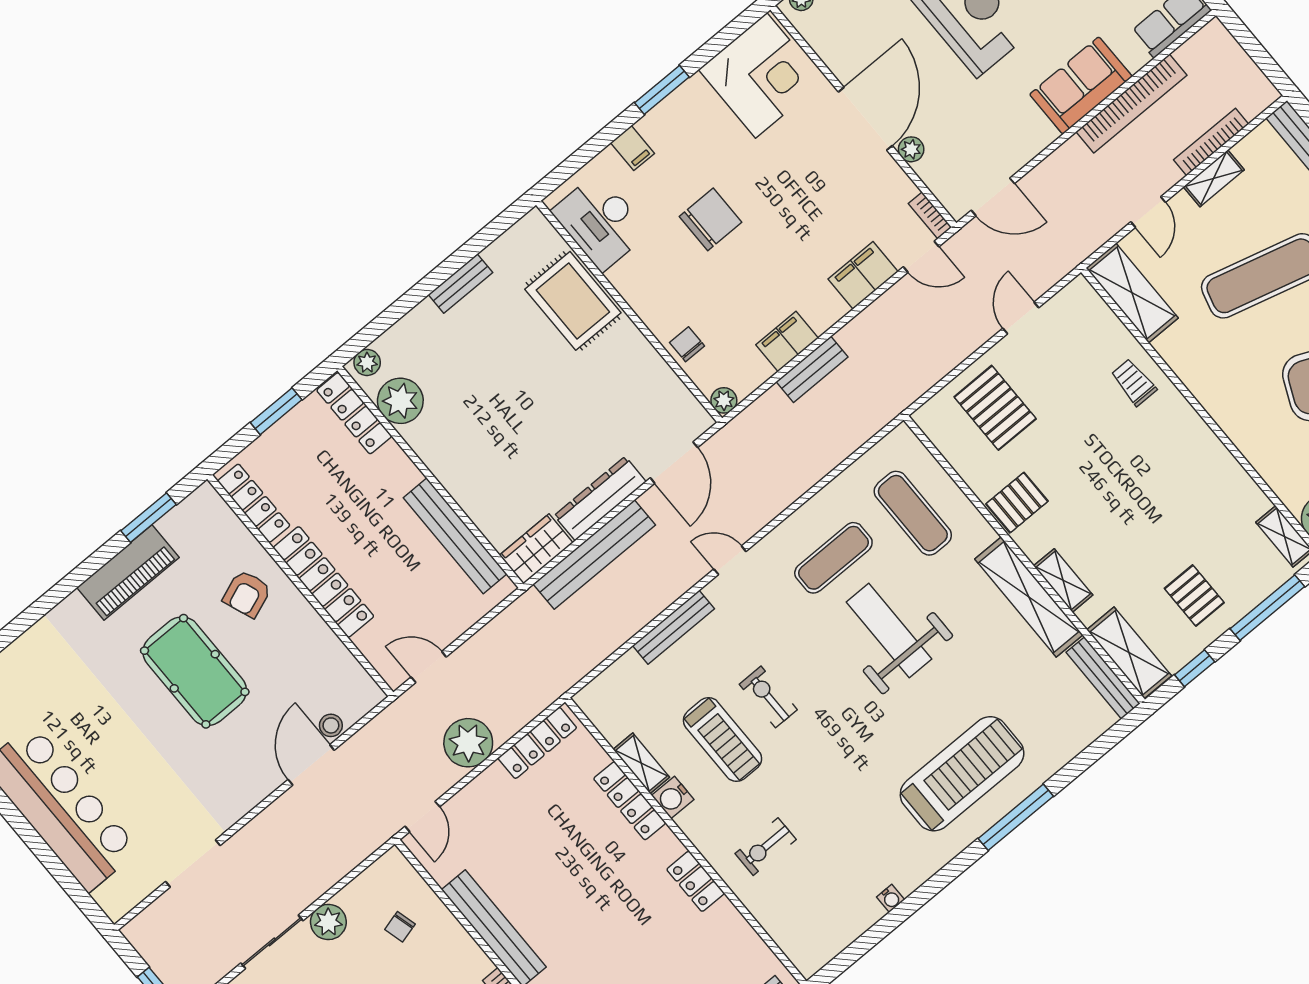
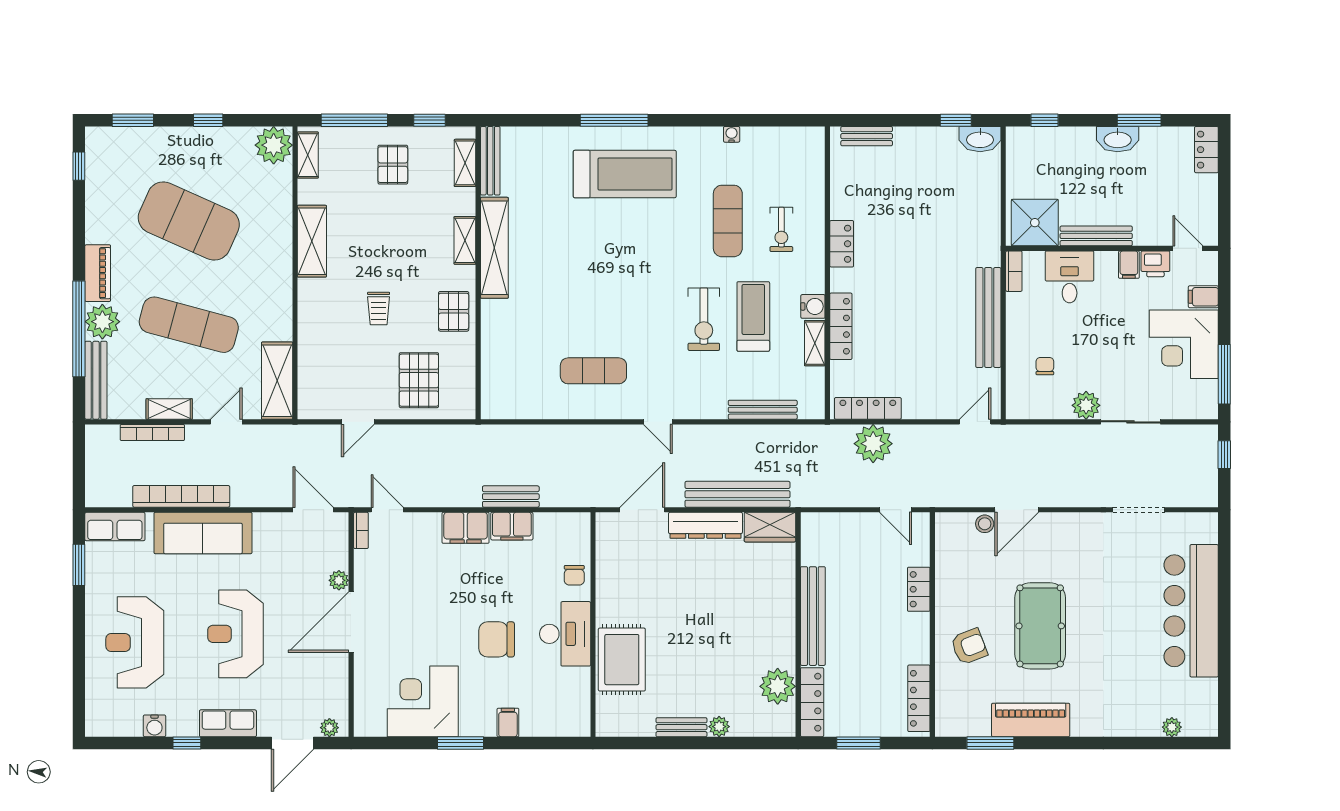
corner desk: (761, 75) -> (423, 701), moved
sofa: (1081, 85) -> (203, 533), width x1.36
desk: (600, 222) -> (565, 634), moved
filing cabinet: (863, 275) -> (466, 528), moved
plant: (367, 362) -> (719, 727), moved
trolley: (1134, 382) -> (379, 309), moved
plant: (724, 400) -> (580, 522), removed
shelving: (1211, 456) -> (312, 241), added
pallet: (1017, 503) -> (454, 311), turned 90
exercise mat: (913, 513) -> (728, 221), moved
bench: (455, 536) -> (813, 616), moved
locker: (323, 582) -> (919, 589), width x0.46, depth x0.83
bench: (673, 627) -> (763, 410), moved
weight bench: (889, 630) -> (596, 298), removed
shelving: (1129, 653) -> (465, 163), width x0.67, depth x0.75
exercise bike: (768, 697) -> (704, 319), width x1.38, depth x1.39
plant: (468, 743) -> (873, 444), moved
treadmill: (962, 774) -> (625, 174), turned 180
exercise bike: (766, 847) -> (781, 229), turned 90
chair: (400, 927) -> (1045, 366), turned -75

